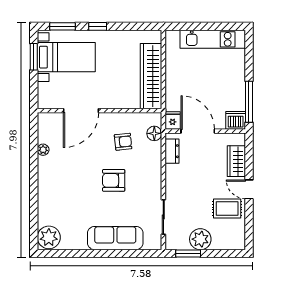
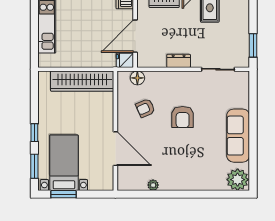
armchair: (123, 142) -> (145, 108), turned -108
dresser: (172, 151) -> (179, 61), moved
sofa: (115, 238) -> (238, 136), moved
plant: (200, 239) -> (239, 34), removed

